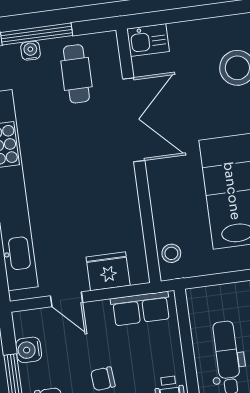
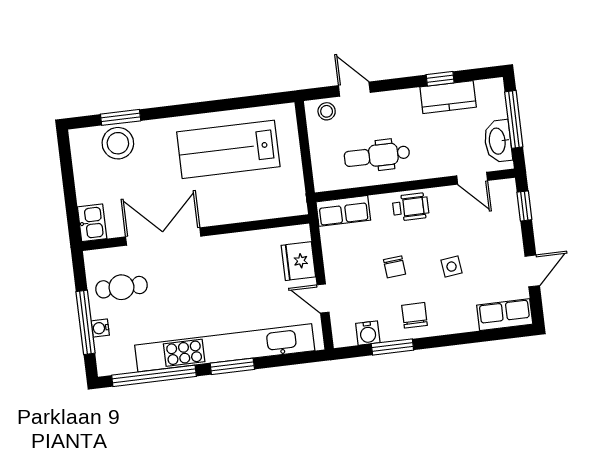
stool: (171, 253) -> (283, 204), removed
door: (67, 299) -> (323, 298), swing flipped
row of seats: (141, 309) -> (343, 211), moved, turned 90

